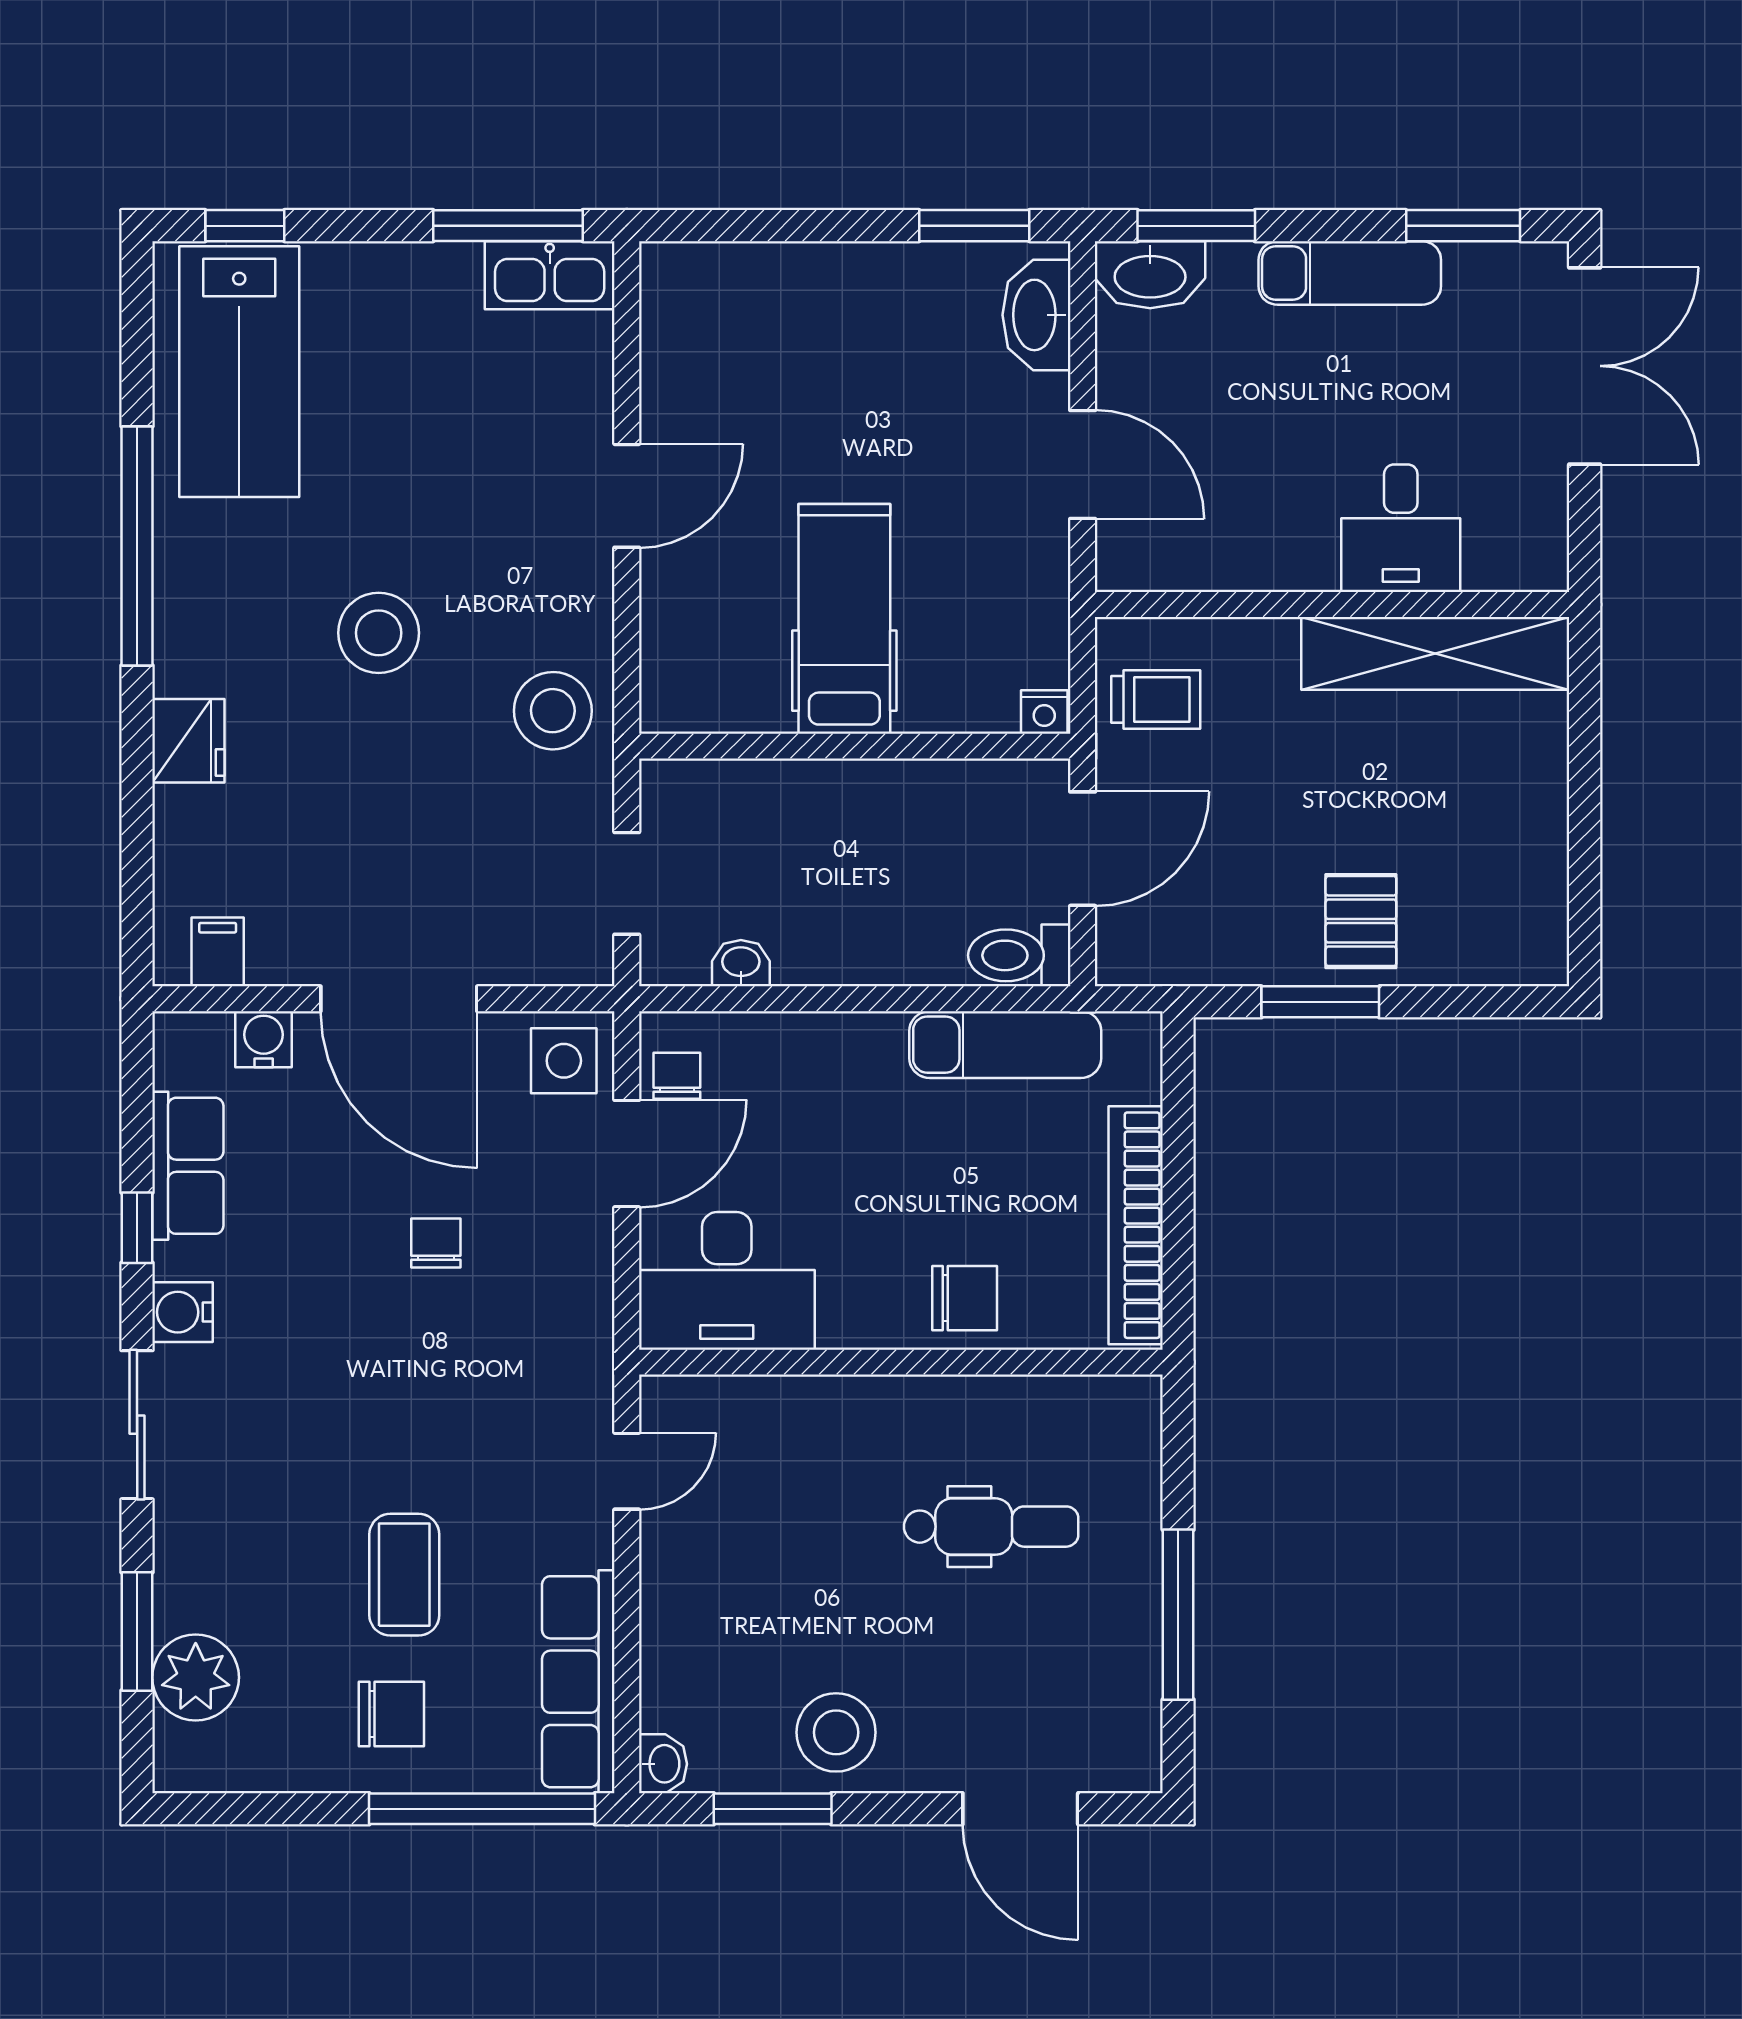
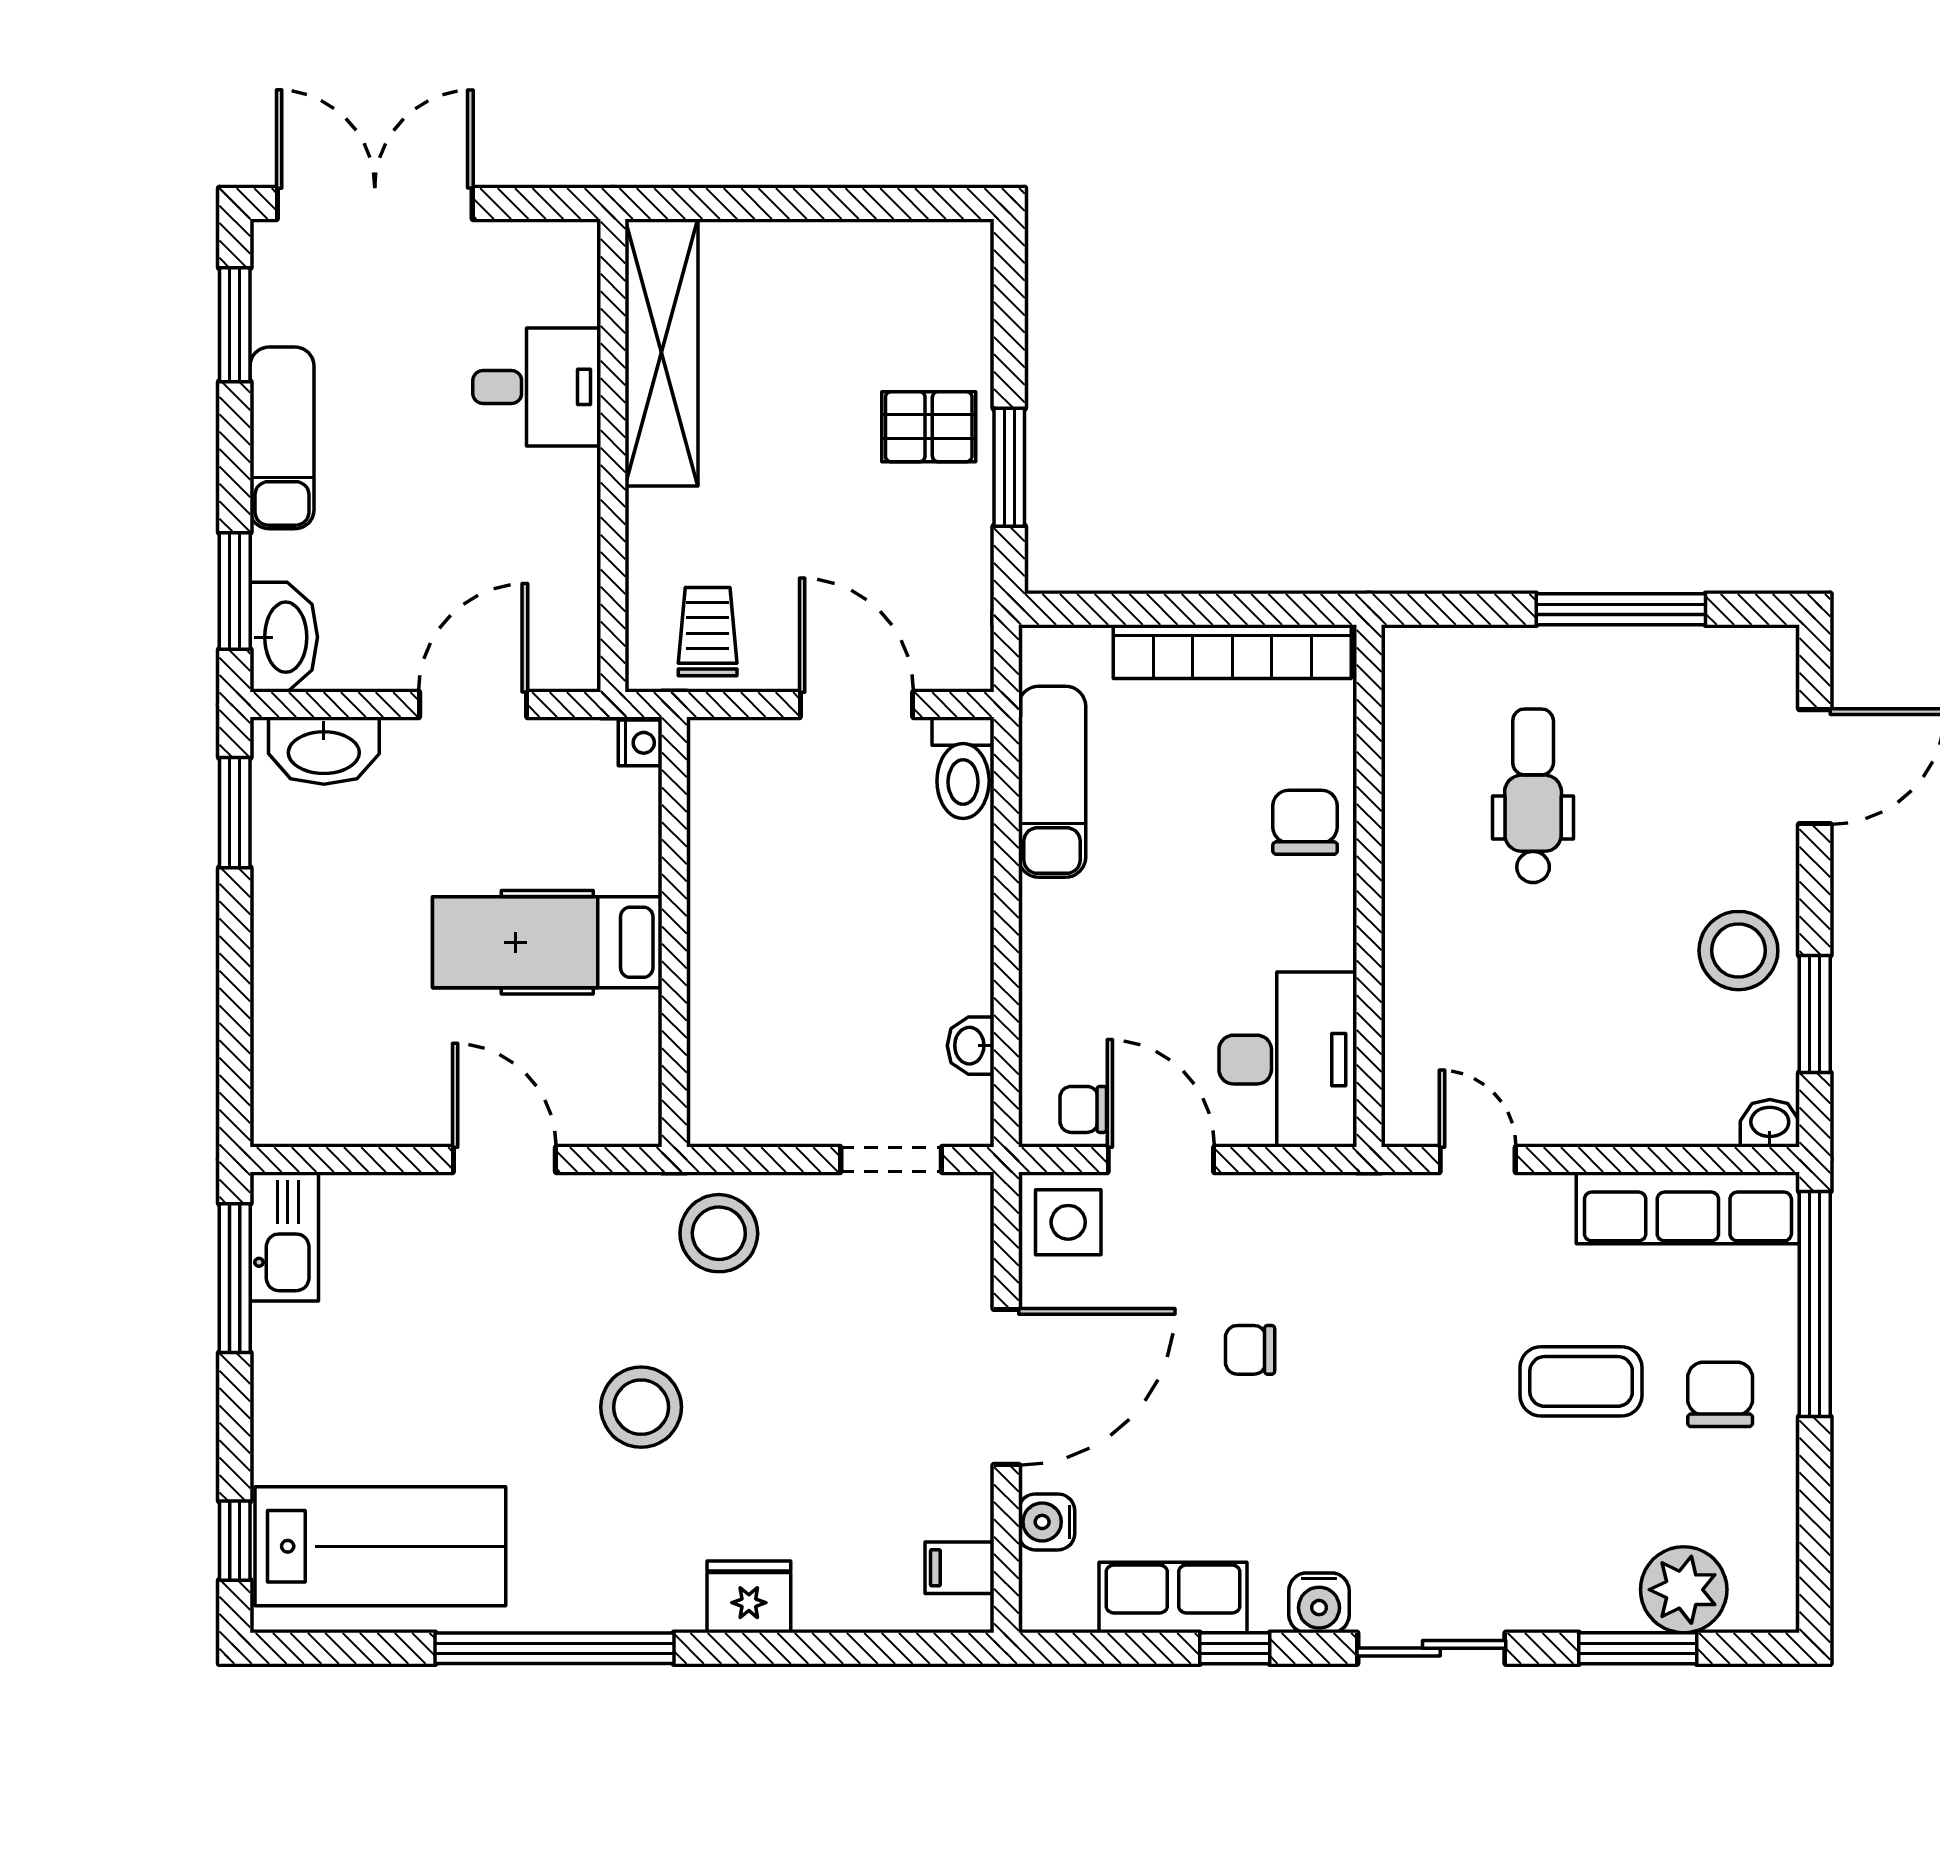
hospital bed: (844, 619) -> (547, 942), moved
nightstand: (1044, 712) -> (640, 743), moved
wall: (855, 746) -> (674, 932), moved

